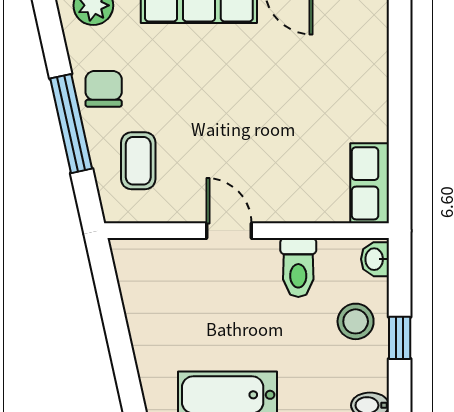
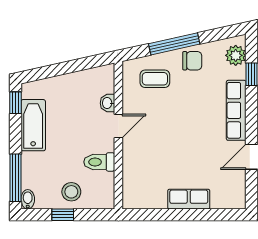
row of seats: (370, 183) -> (189, 199), moved
washbasin: (375, 259) -> (108, 103), moved, turned -90

